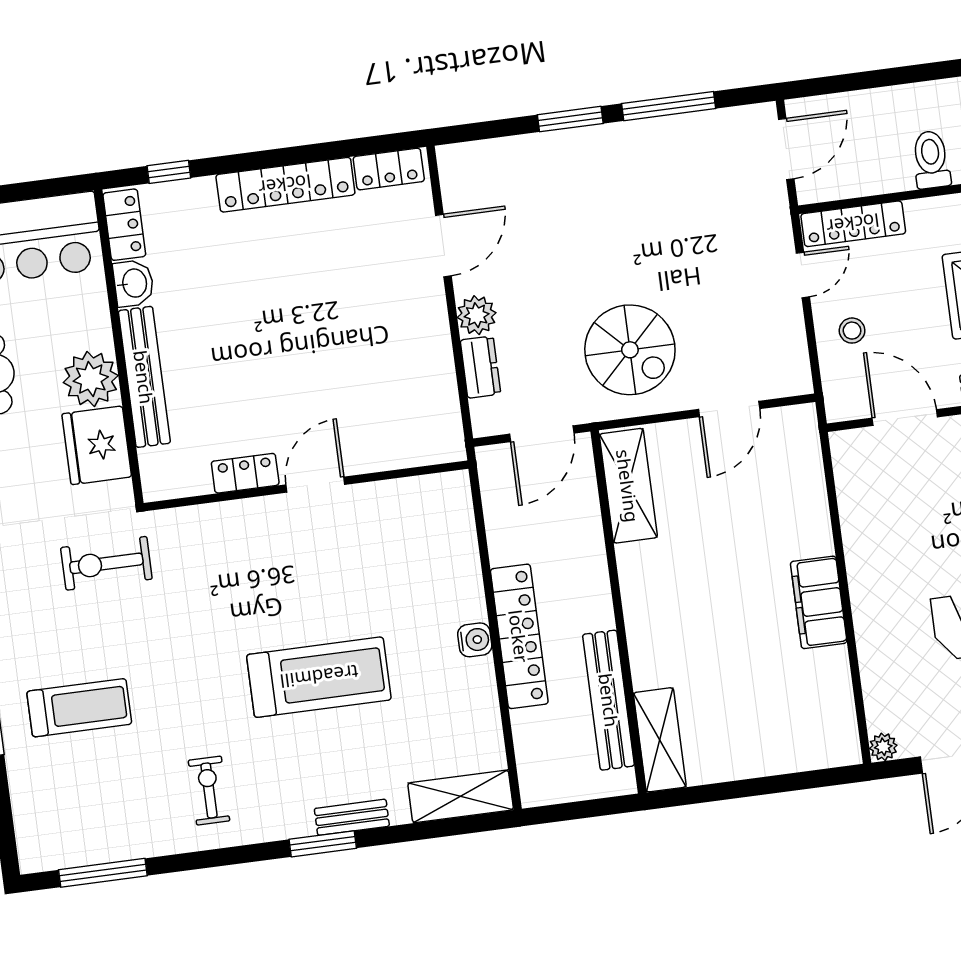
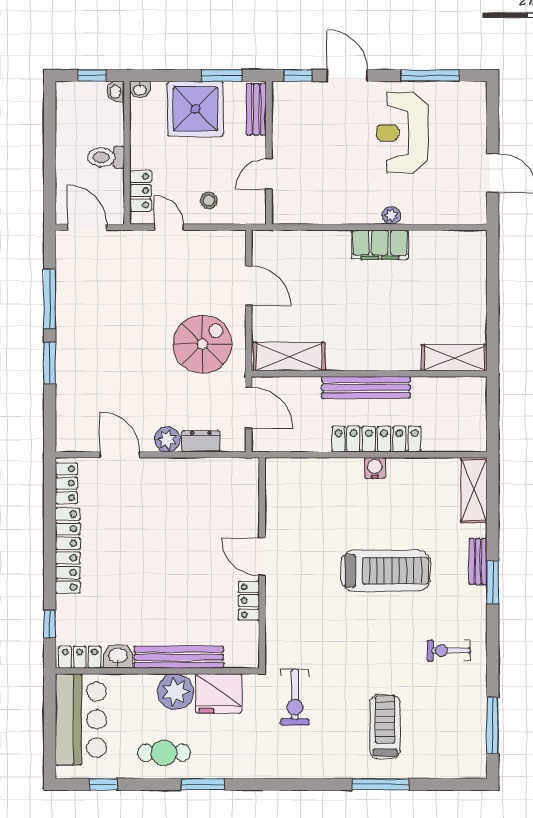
toilet: (931, 160) -> (106, 157), moved
locker: (853, 224) -> (141, 191), width x0.66
door: (905, 418) -> (269, 174), width x0.73
treadmill: (319, 677) -> (386, 571), turned 90
bench: (609, 700) -> (366, 387), moved
plant: (883, 747) -> (391, 215), moved

